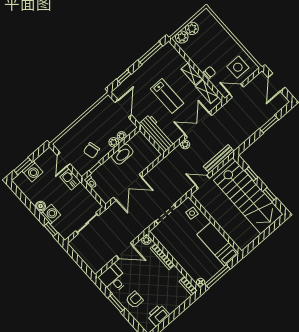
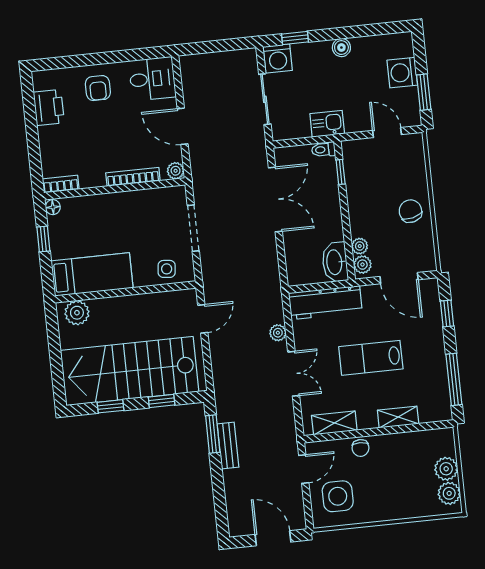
plant: (182, 37) -> (449, 493), moved
shelving: (192, 74) -> (398, 417), moved
window: (269, 124) -> (213, 434), moved
double door: (198, 125) -> (294, 374), width x0.73
plant: (114, 142) -> (362, 265), moved
chair: (91, 150) -> (410, 211), moved
washbasin: (122, 154) -> (335, 262), moved
bench: (219, 159) -> (228, 446), moved, width x0.73
window: (23, 166) -> (424, 92), moved
kitchen sink: (70, 179) -> (327, 124), moved
double door: (128, 187) -> (275, 199), swing flipped
washing machine: (51, 214) -> (278, 58), moved
plant: (239, 239) -> (77, 313), added
door: (125, 251) -> (183, 126), hinge flipped
window: (218, 276) -> (43, 239), width x0.46
window: (116, 303) -> (112, 57), removed

